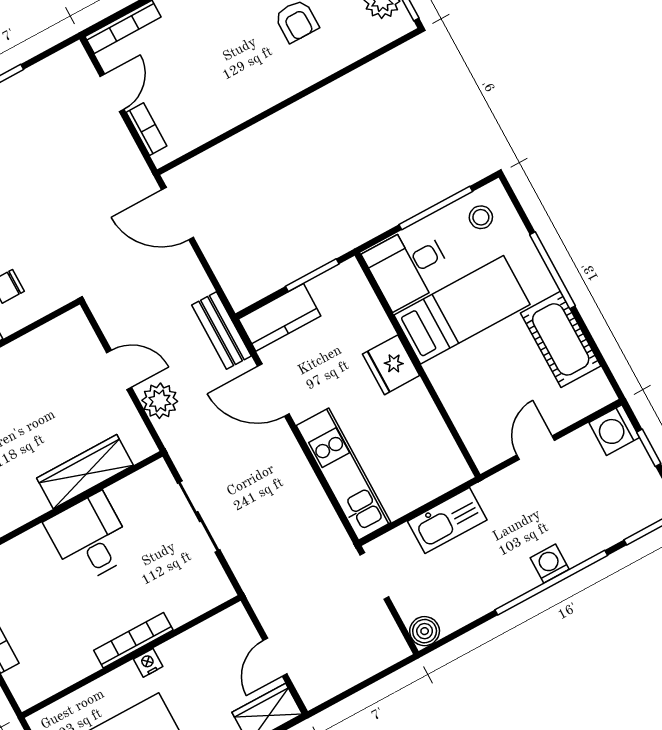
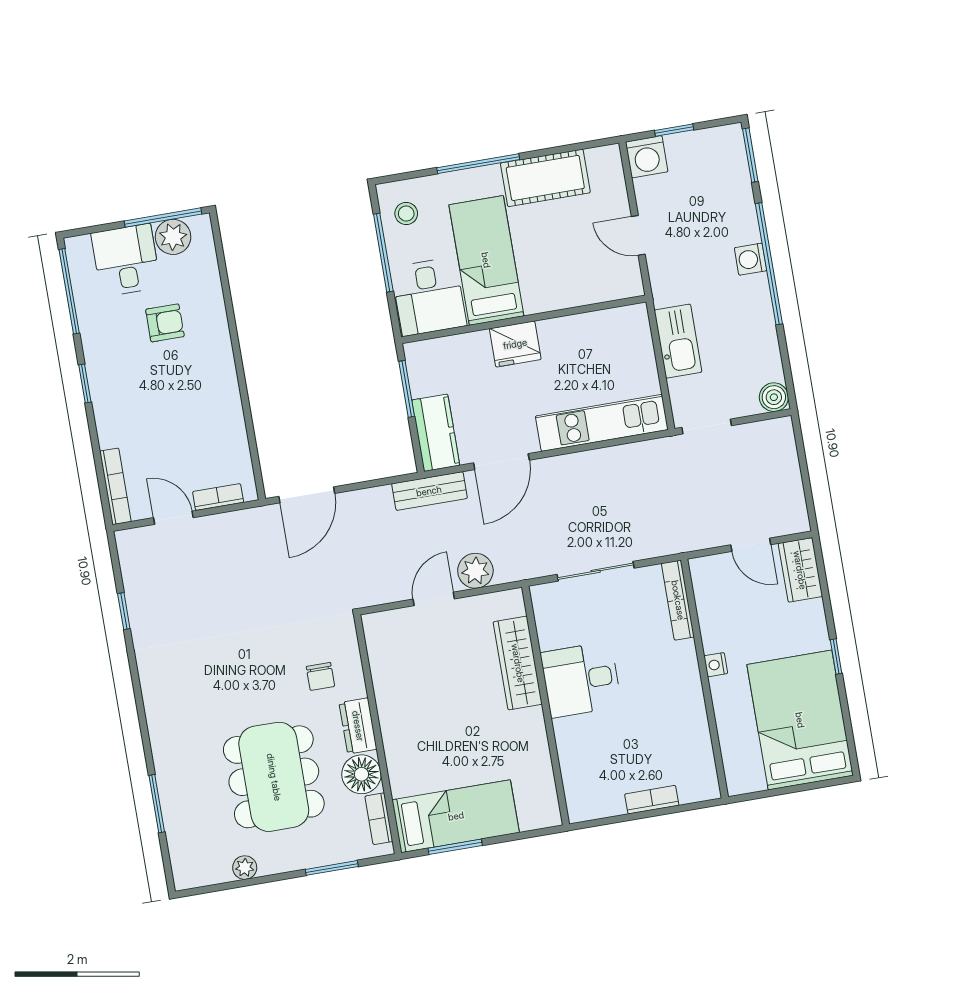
bookcase: (133, 640) -> (678, 600), moved

